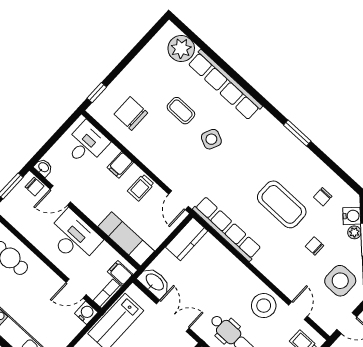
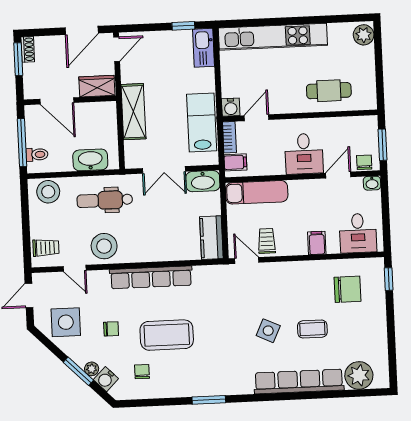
chair: (34, 187) -> (364, 162), turned 90
trolley: (141, 188) -> (267, 241), moved
row of seats: (227, 229) -> (151, 277), moved
desk: (74, 237) -> (304, 154), width x0.73

